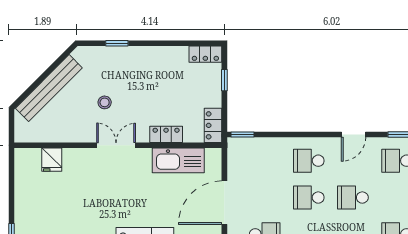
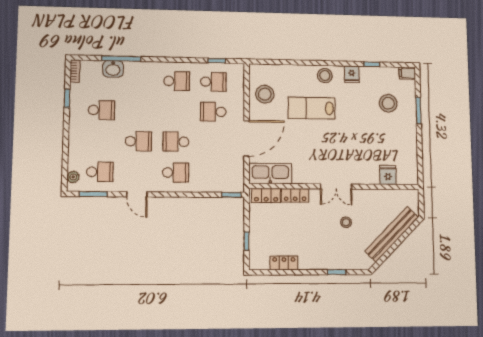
locker: (205, 54) -> (284, 263), moved
locker: (213, 125) -> (266, 196), moved, turned 90
door: (353, 135) -> (137, 194), swing flipped
kitchen sink: (178, 160) -> (270, 174), moved
school desk: (309, 198) -> (176, 142), turned 180

